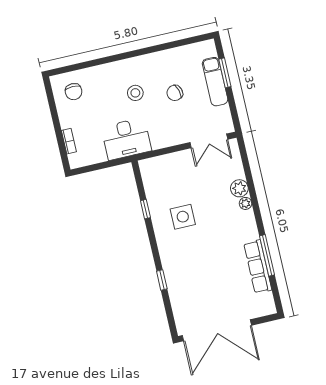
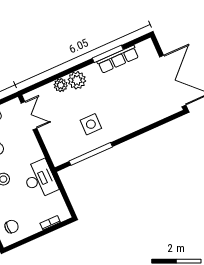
plant: (246, 203) -> (77, 80), width x1.88, depth x1.88
window: (145, 209) -> (91, 154), width x3.17
window: (162, 280) -> (143, 131), removed

